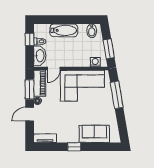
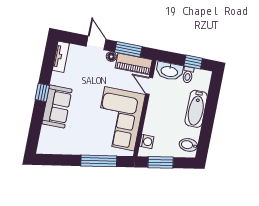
sofa: (94, 134) -> (57, 106), moved

